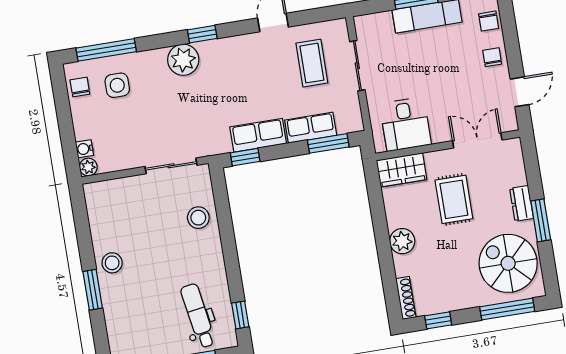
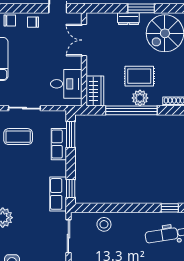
row of seats: (258, 135) -> (58, 194), moved
rug: (454, 199) -> (139, 76), moved
window: (381, 231) -> (131, 110), added

